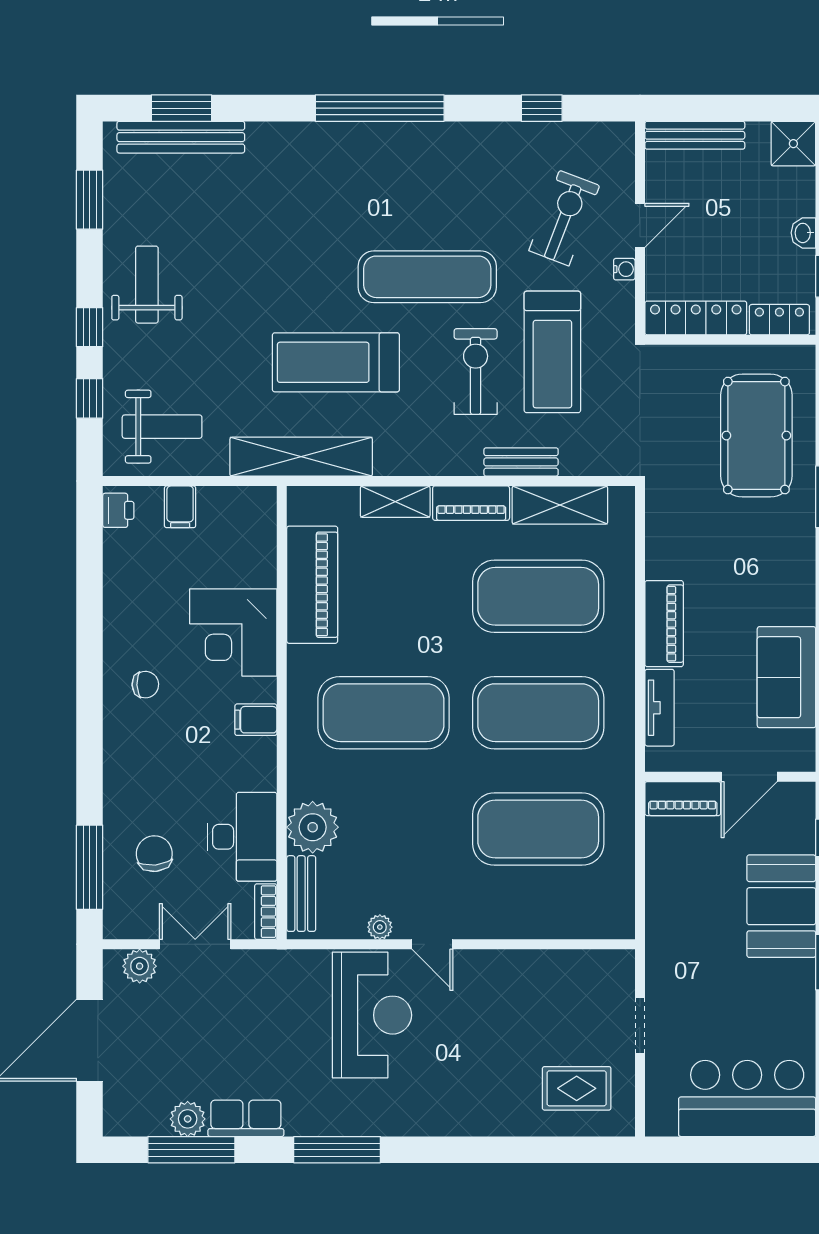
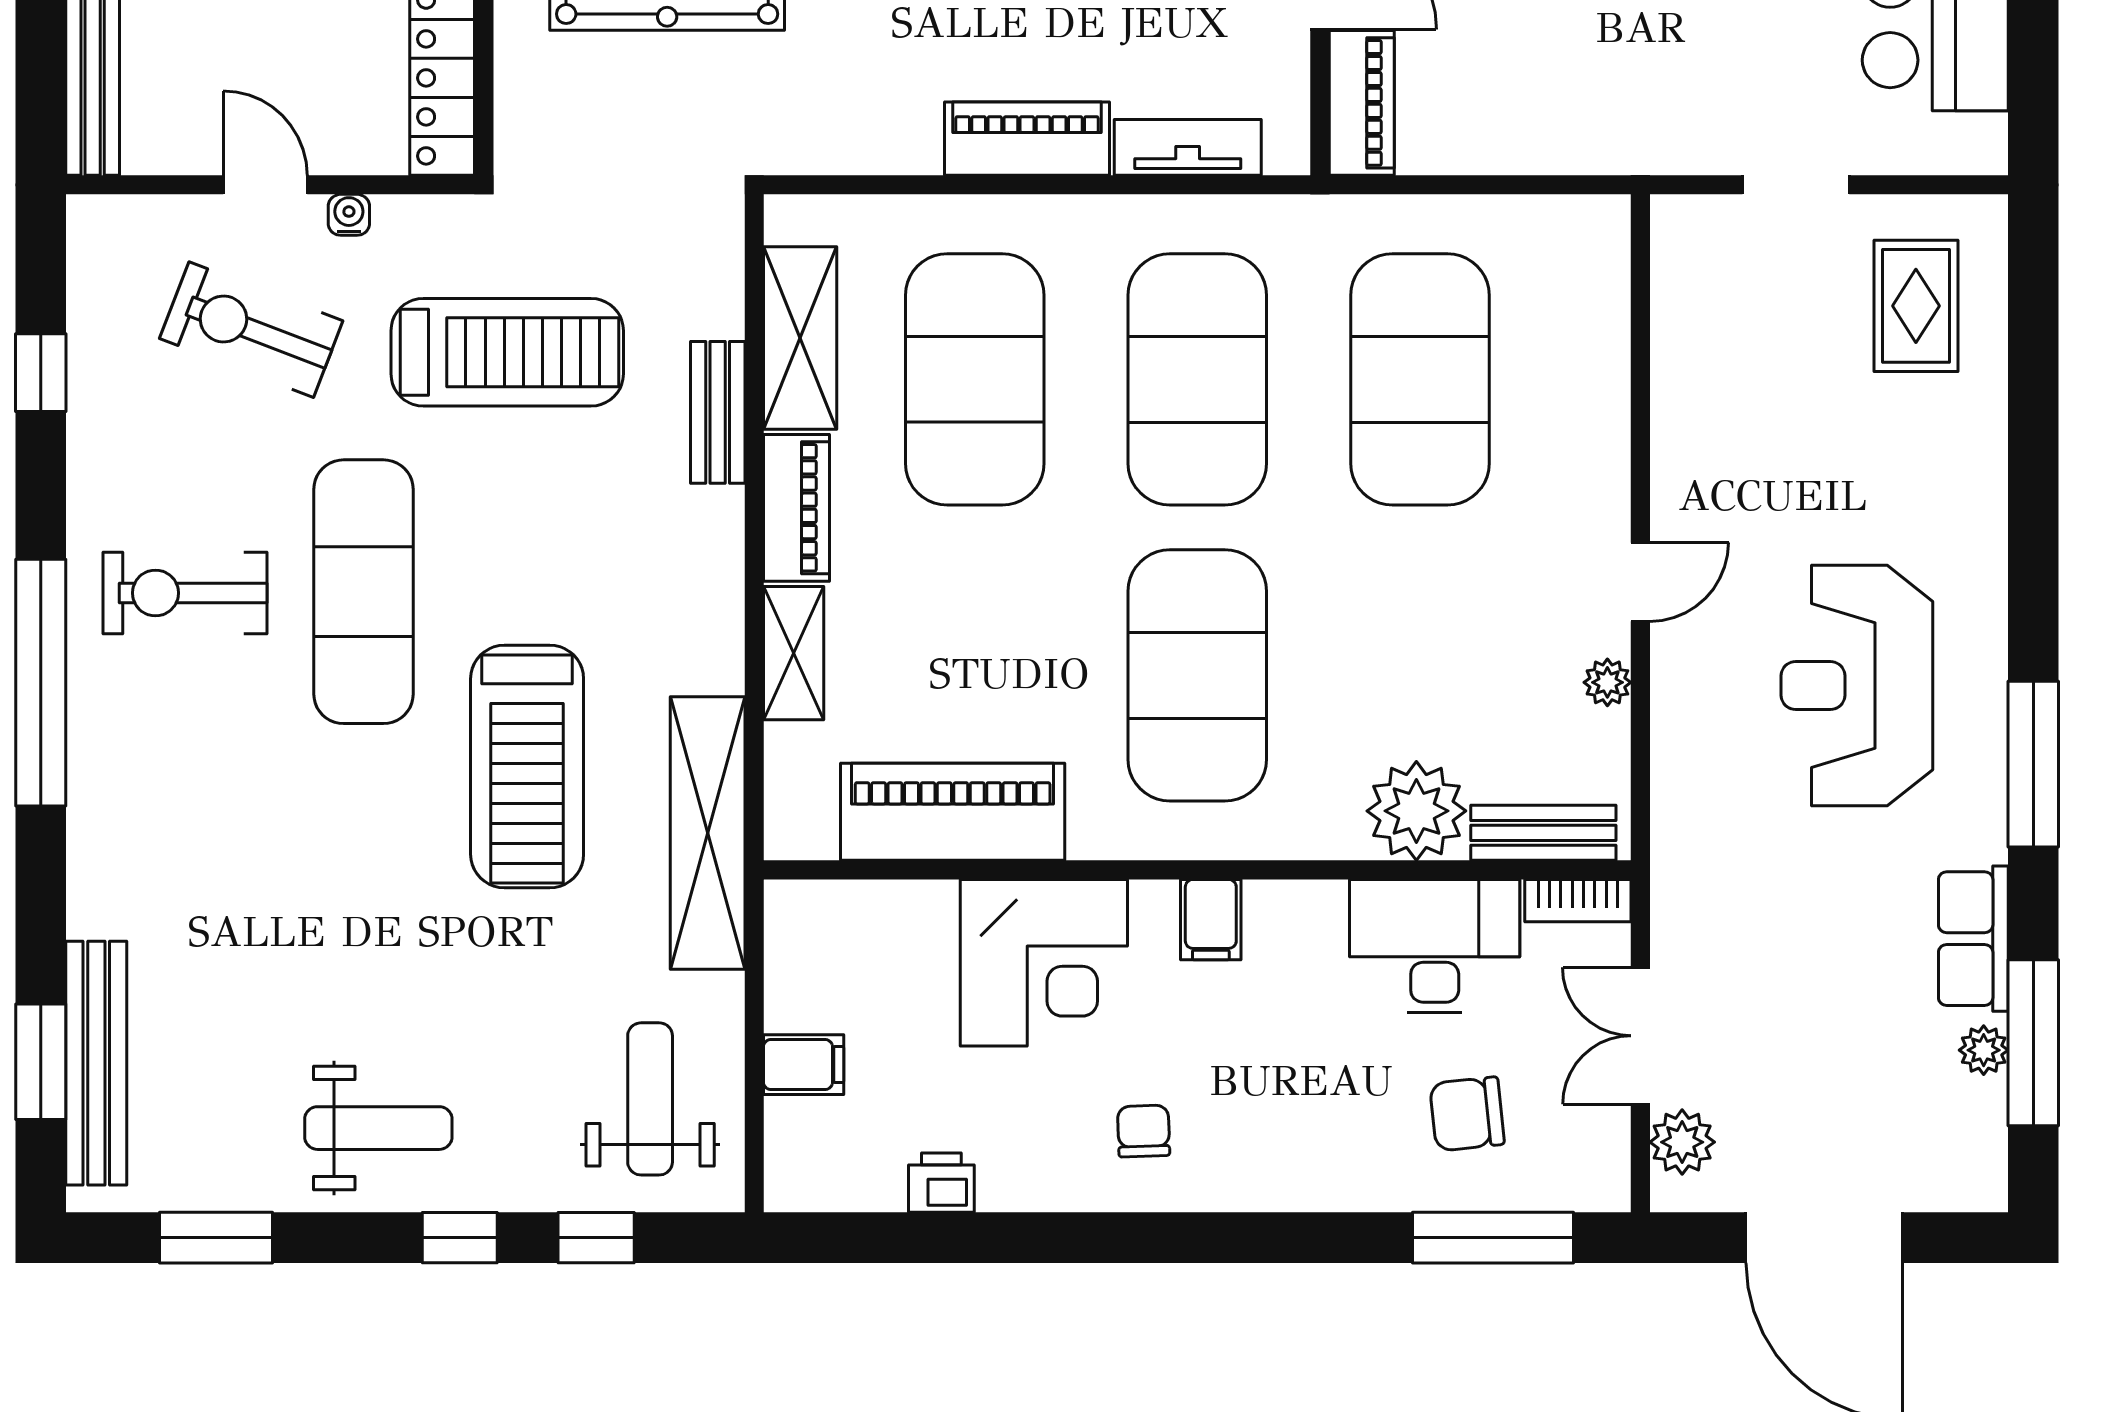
weight bench: (147, 285) -> (378, 1128), turned 180
exercise bike: (476, 372) -> (185, 593), moved
printer: (118, 510) -> (941, 1183), moved
reception desk: (372, 1015) -> (1857, 686), moved, turned -90
plant: (188, 1119) -> (1984, 1050), width x0.73, depth x0.73

